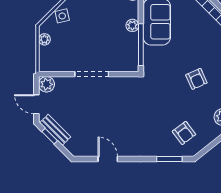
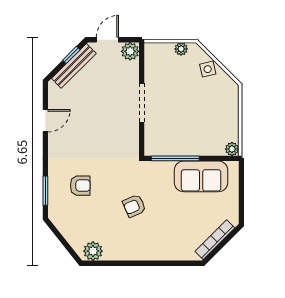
plant: (132, 25) -> (197, 149), removed
armchair: (196, 79) -> (134, 206), moved
bench: (55, 130) -> (74, 66), width x1.36
armchair: (184, 133) -> (80, 186), moved, turned -143

